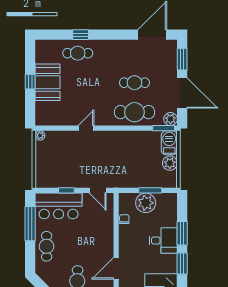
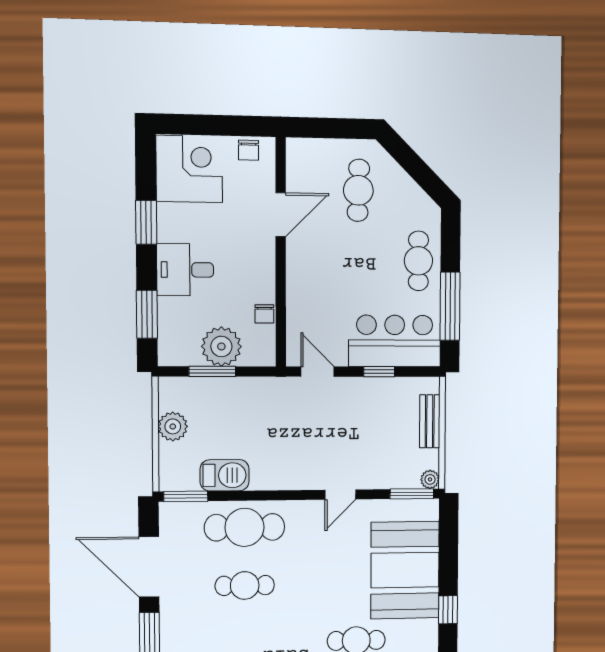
window: (30, 82) -> (448, 610), moved
booth: (47, 82) -> (405, 570), width x1.36, depth x1.42
plant: (170, 119) -> (172, 515), removed
window: (49, 128) -> (412, 494), added
barbecue: (169, 143) -> (225, 475), moved, turned -90
bench: (40, 165) -> (430, 421), added
window: (182, 233) -> (147, 314), moved

